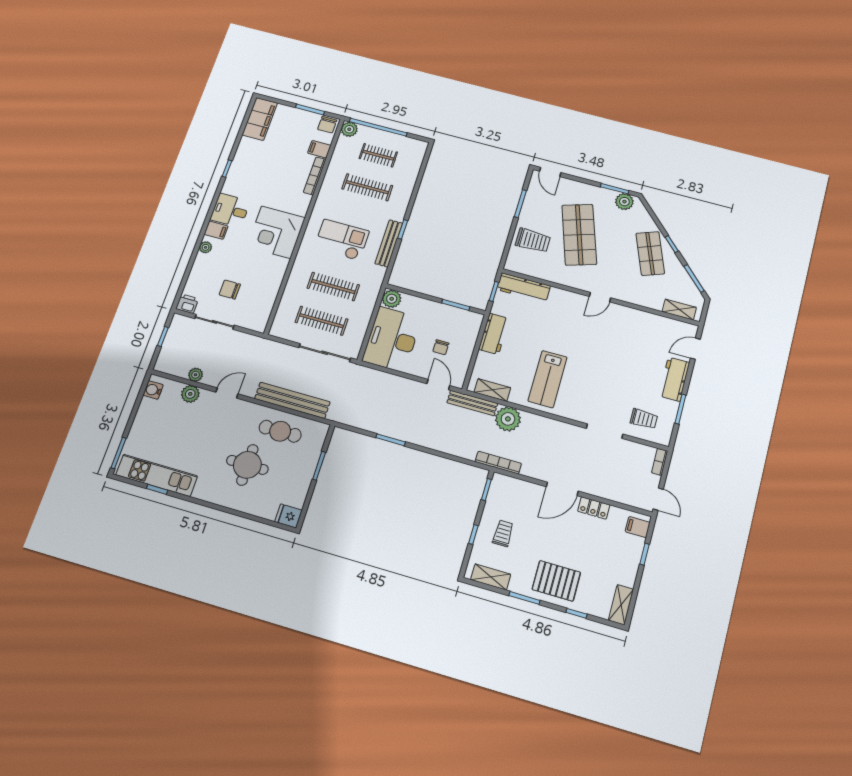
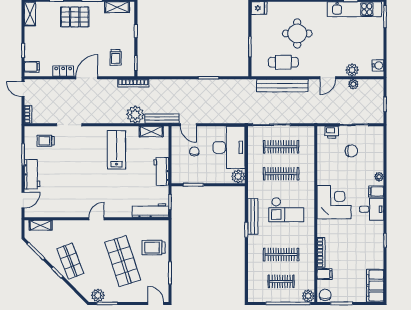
printer: (187, 304) -> (332, 132), moved
trolley: (503, 533) -> (116, 57), moved

